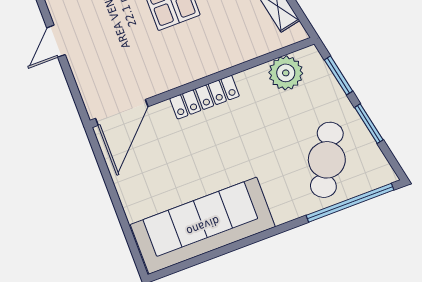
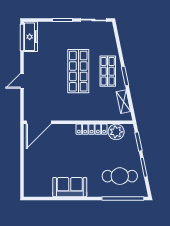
locker: (205, 97) -> (92, 129), moved
cafe table: (327, 160) -> (120, 176), turned 62
sofa: (203, 226) -> (70, 187), width x0.54, depth x0.79

